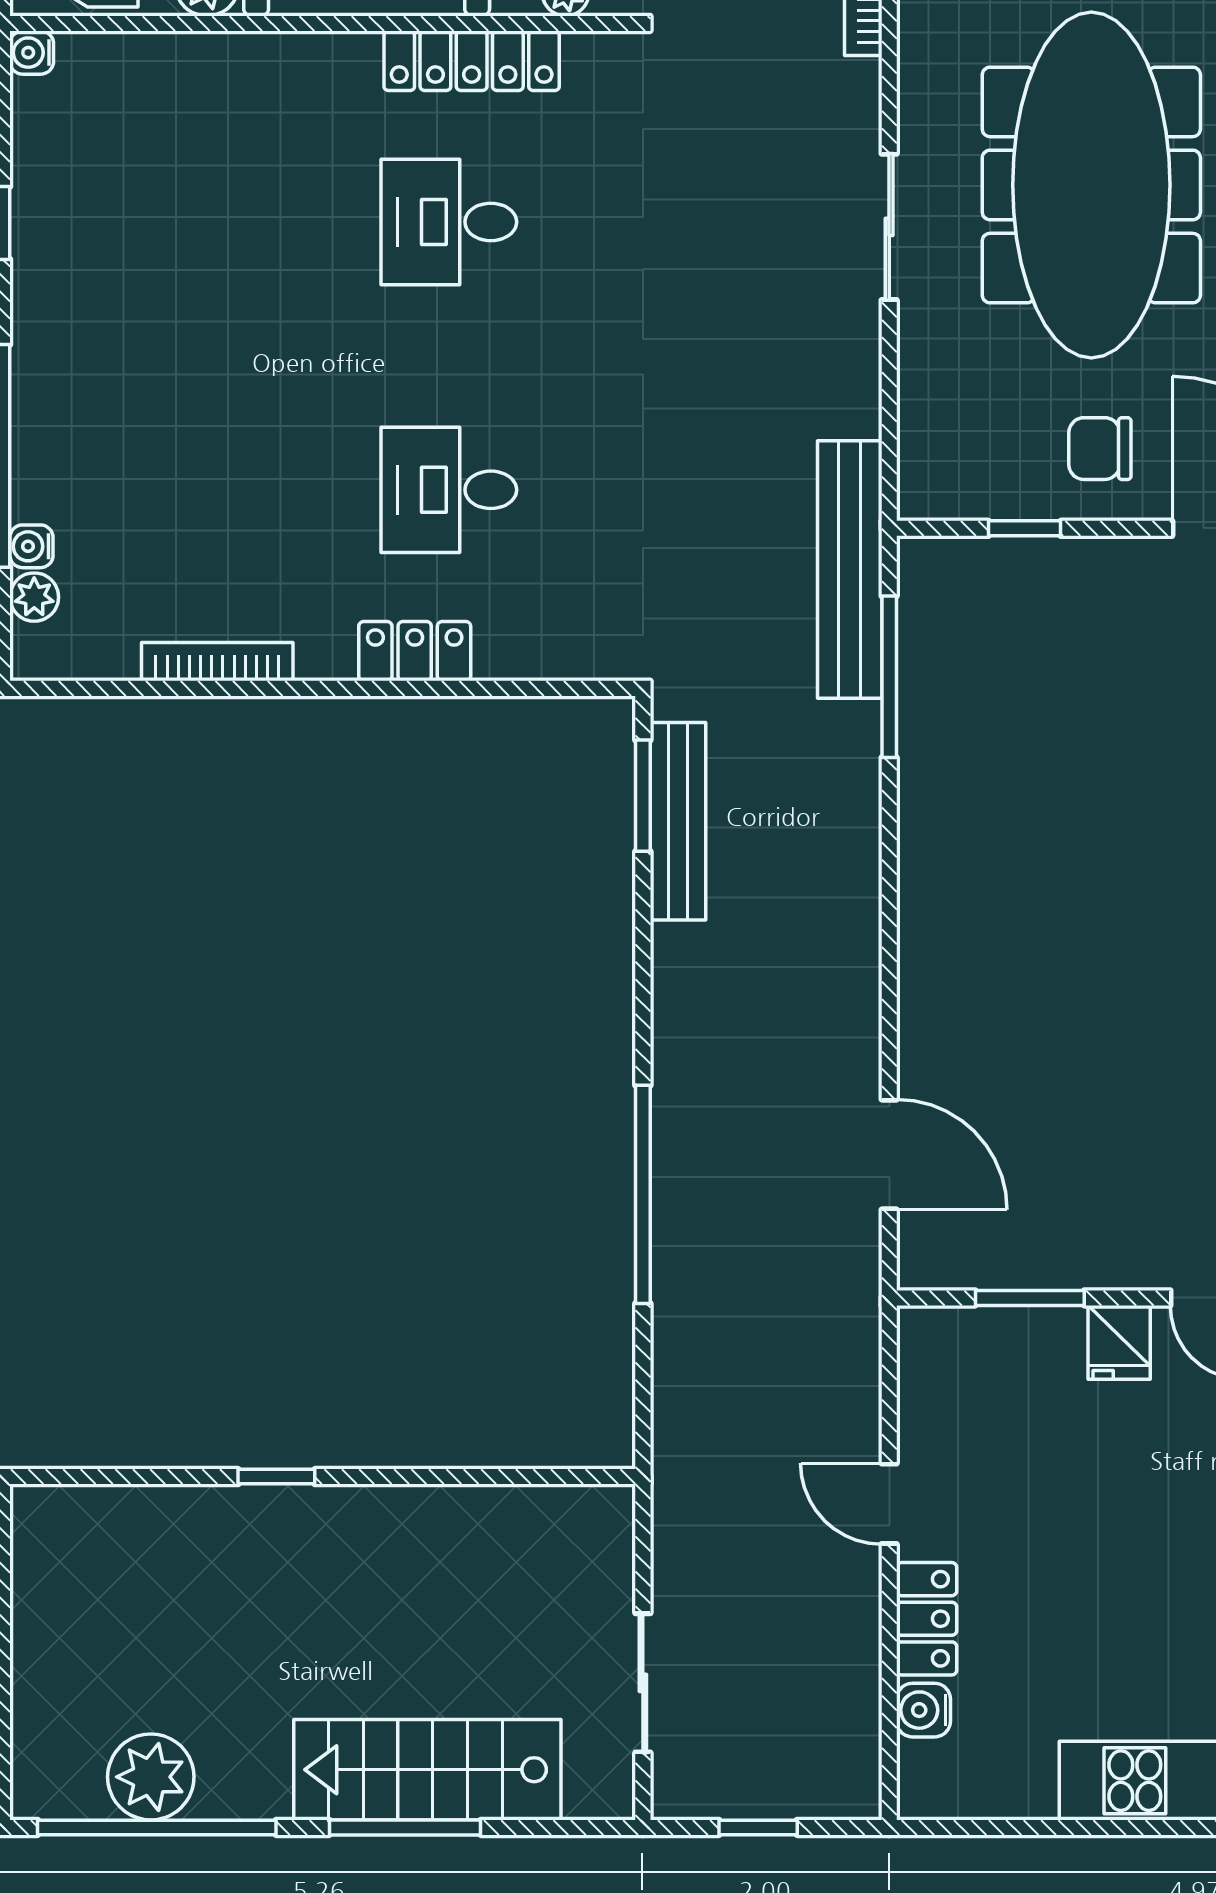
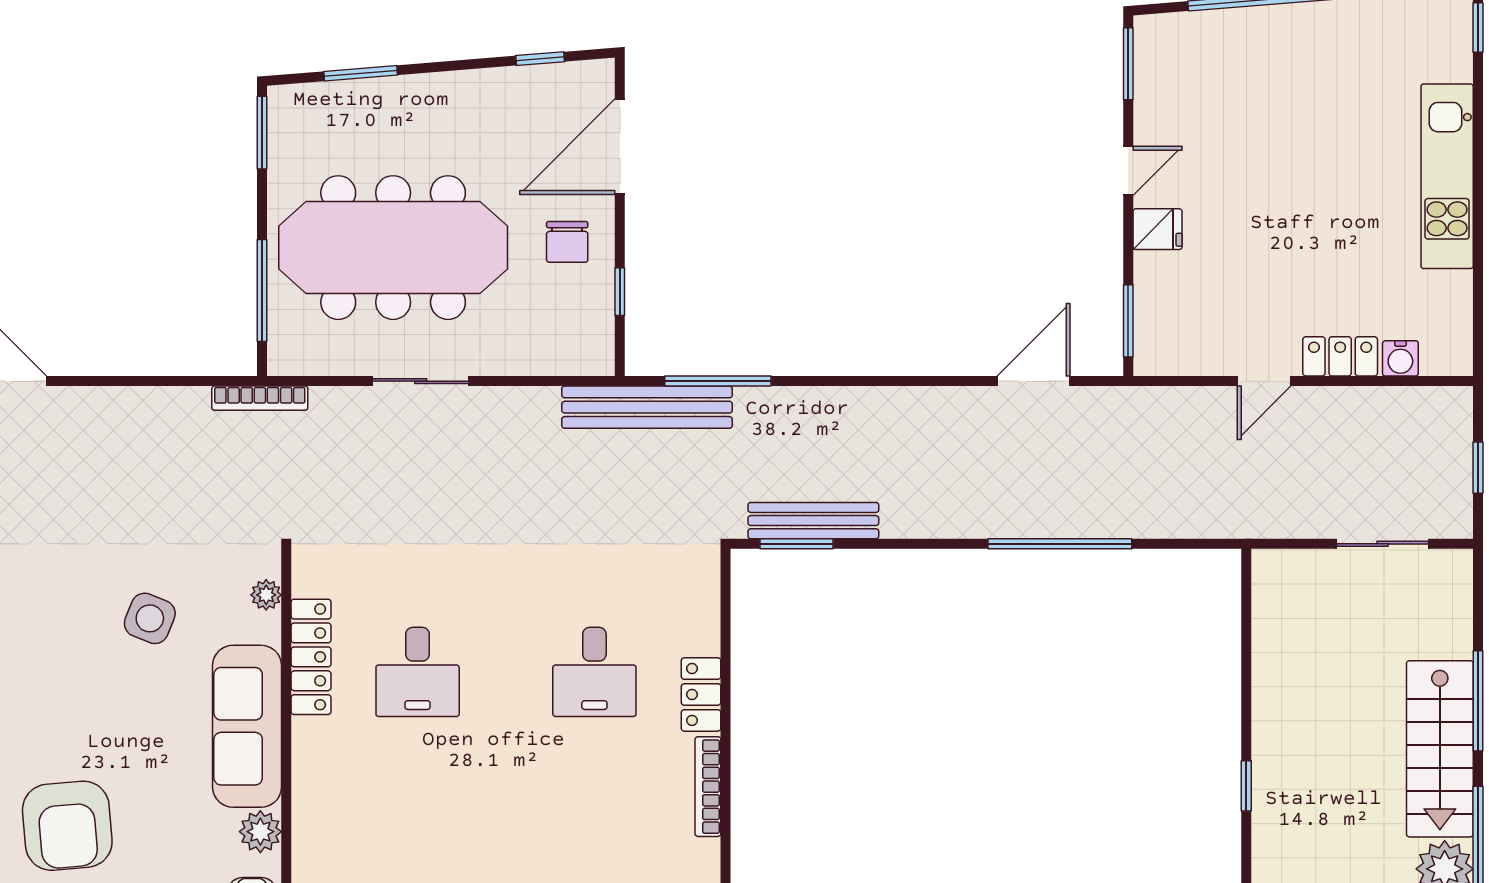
bookcase: (217, 662) -> (708, 787), moved
window: (1030, 1298) -> (1128, 321), moved
stairs: (427, 1770) -> (1440, 749), moved

